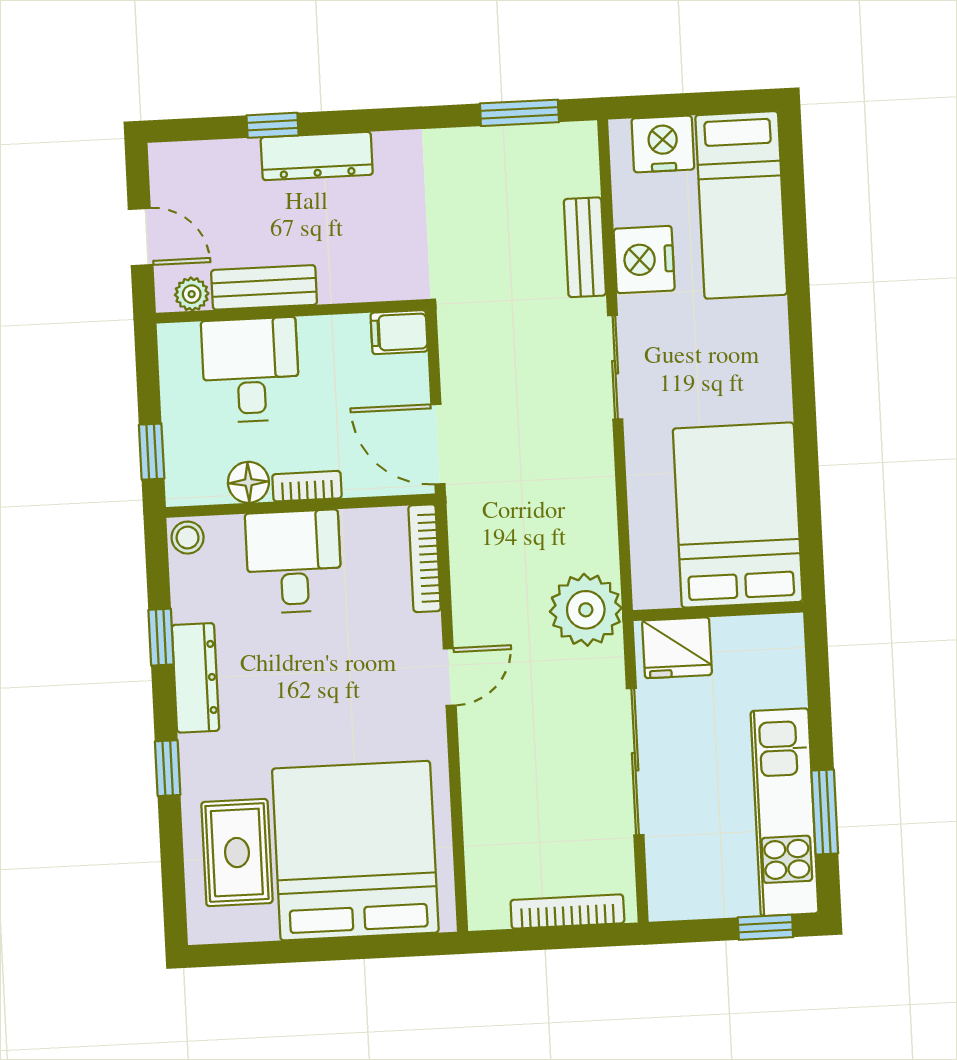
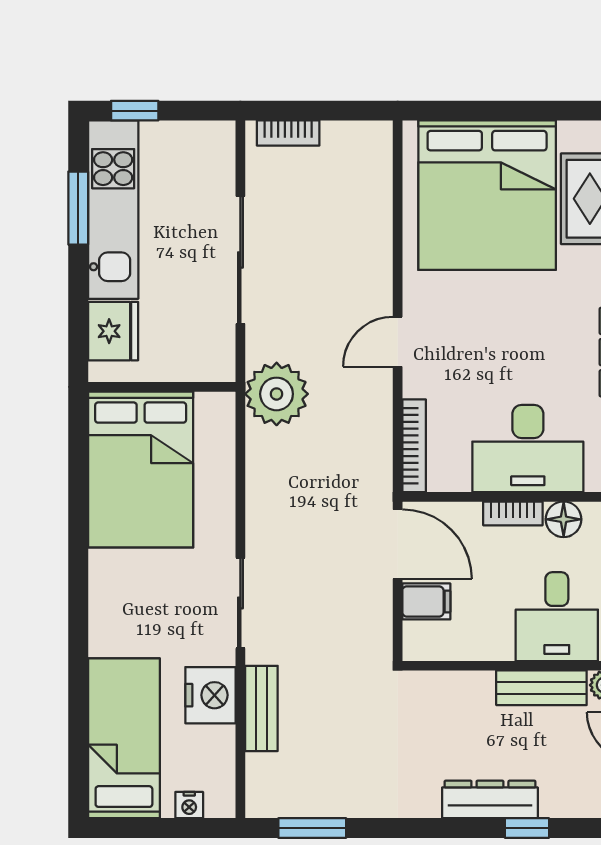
nightstand: (663, 144) -> (189, 805), width x0.53, depth x0.56
filing cabinet: (399, 332) -> (426, 601), moved
desk: (294, 562) -> (528, 448), width x1.37
fridge: (677, 648) -> (113, 331), moved, turned 90
bookcase: (567, 912) -> (288, 133), width x0.64

